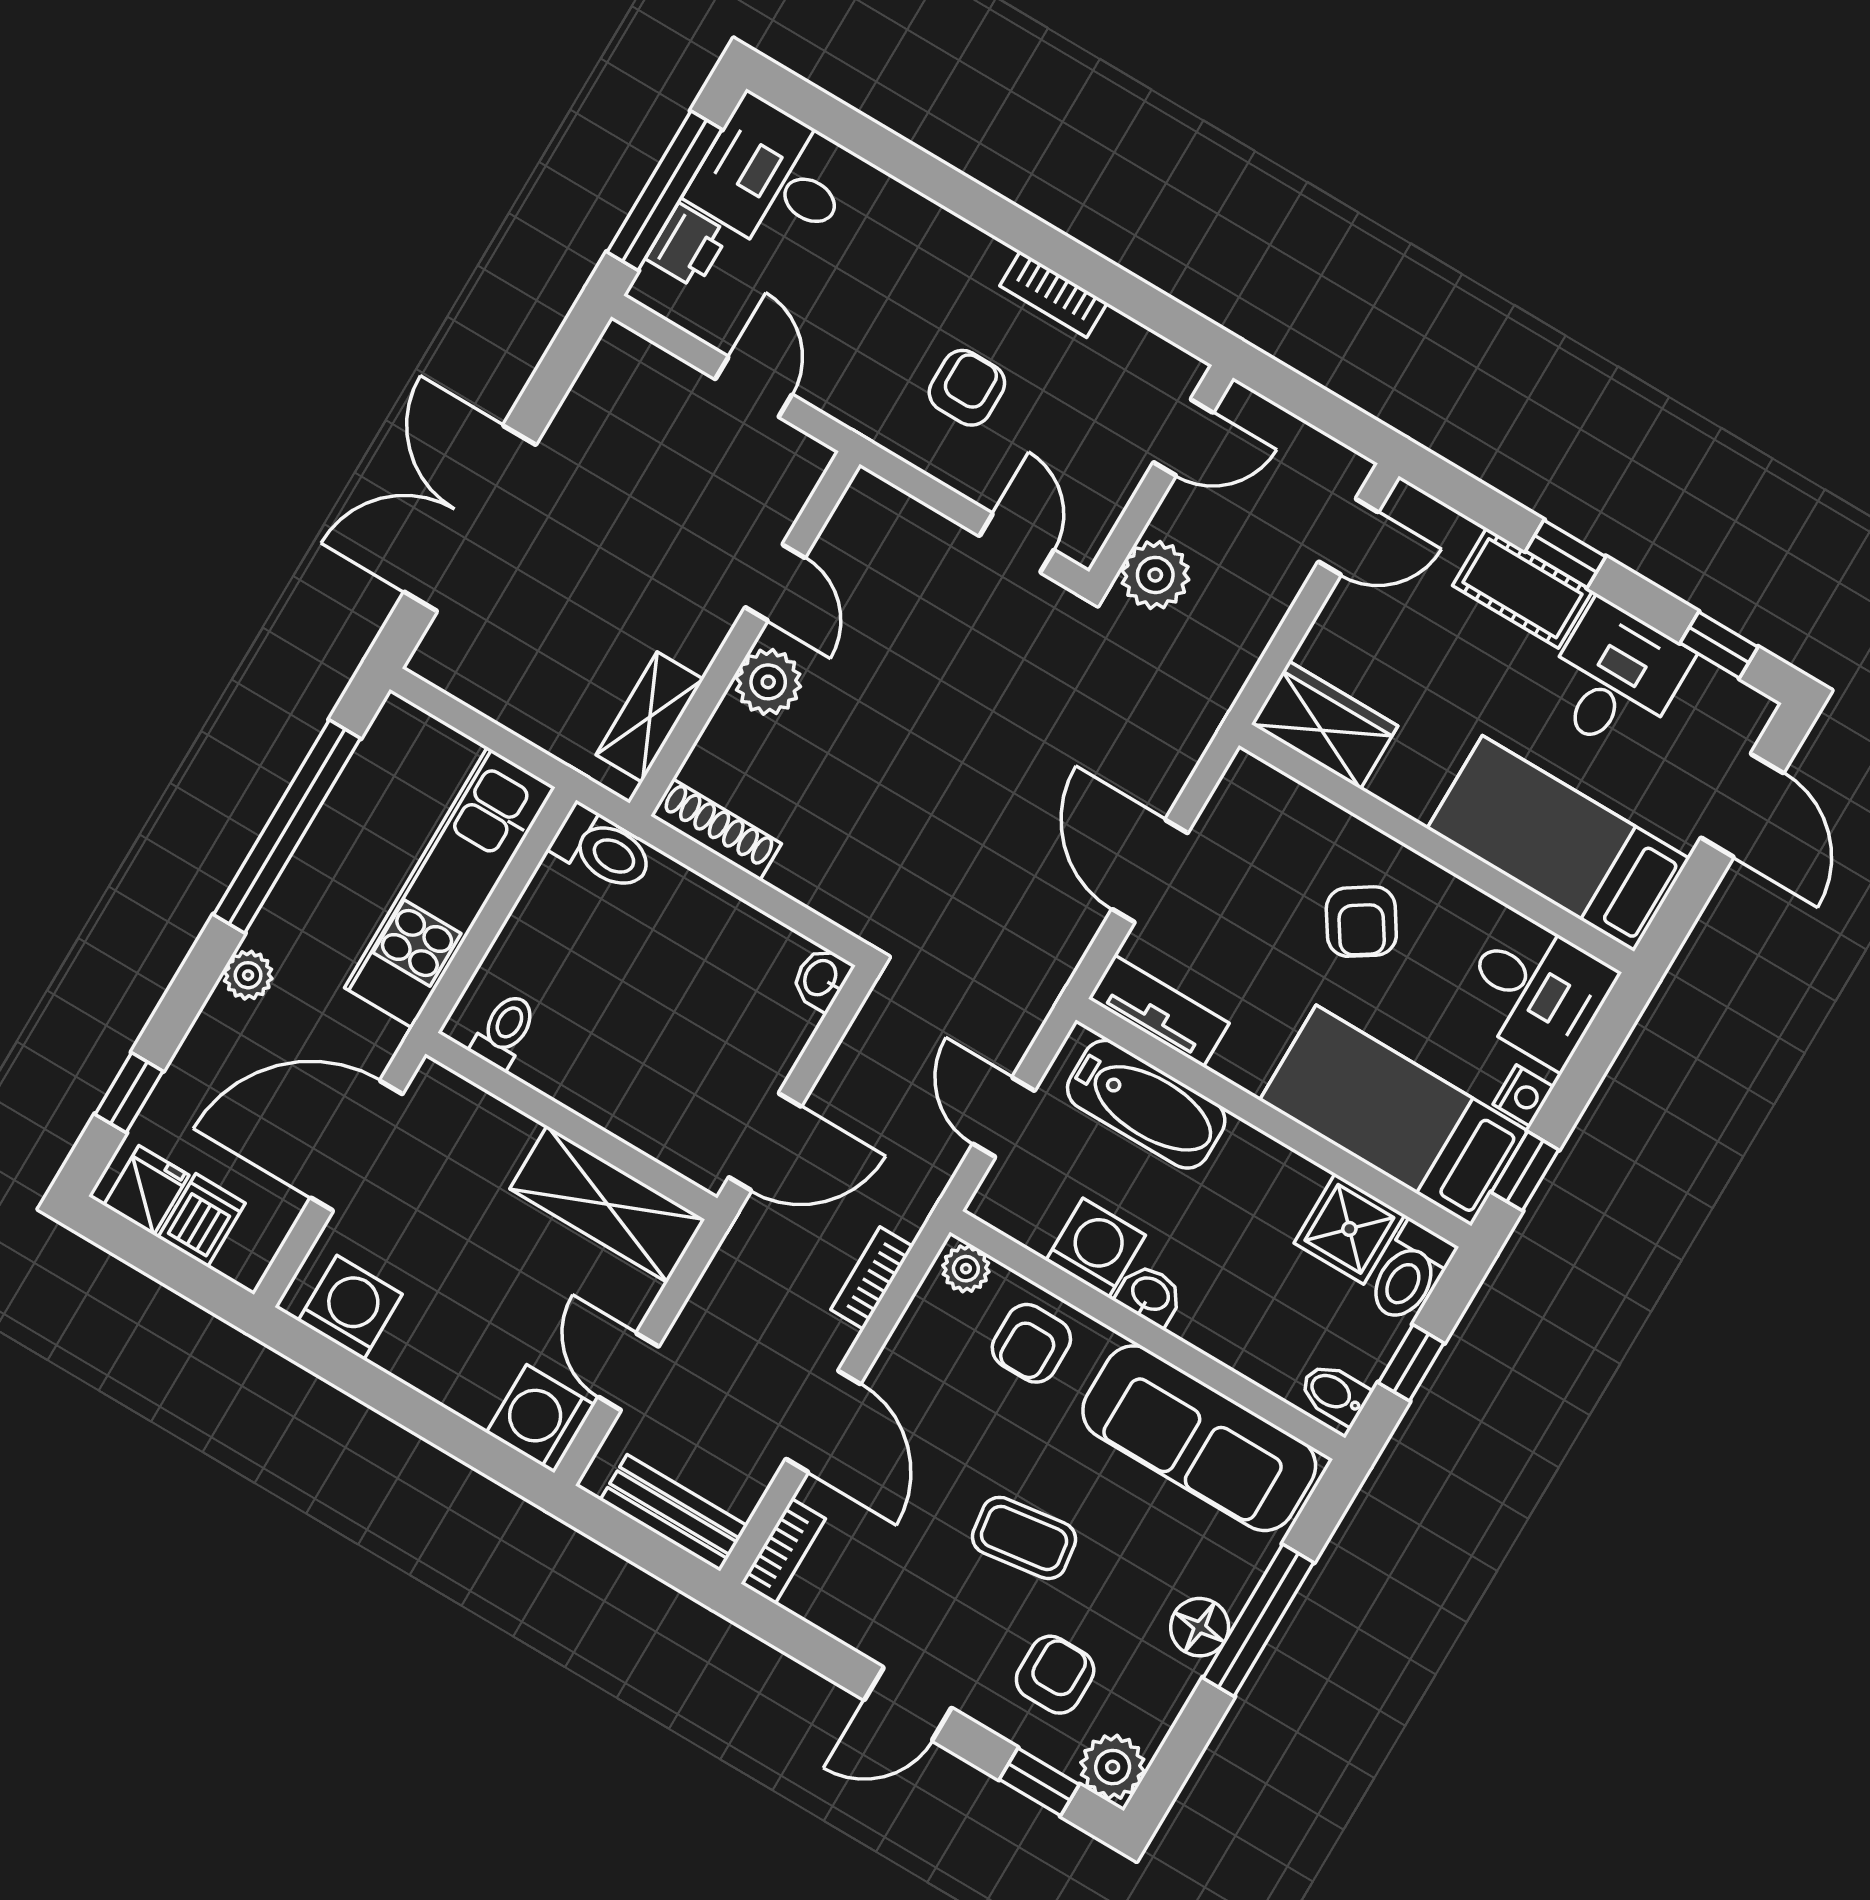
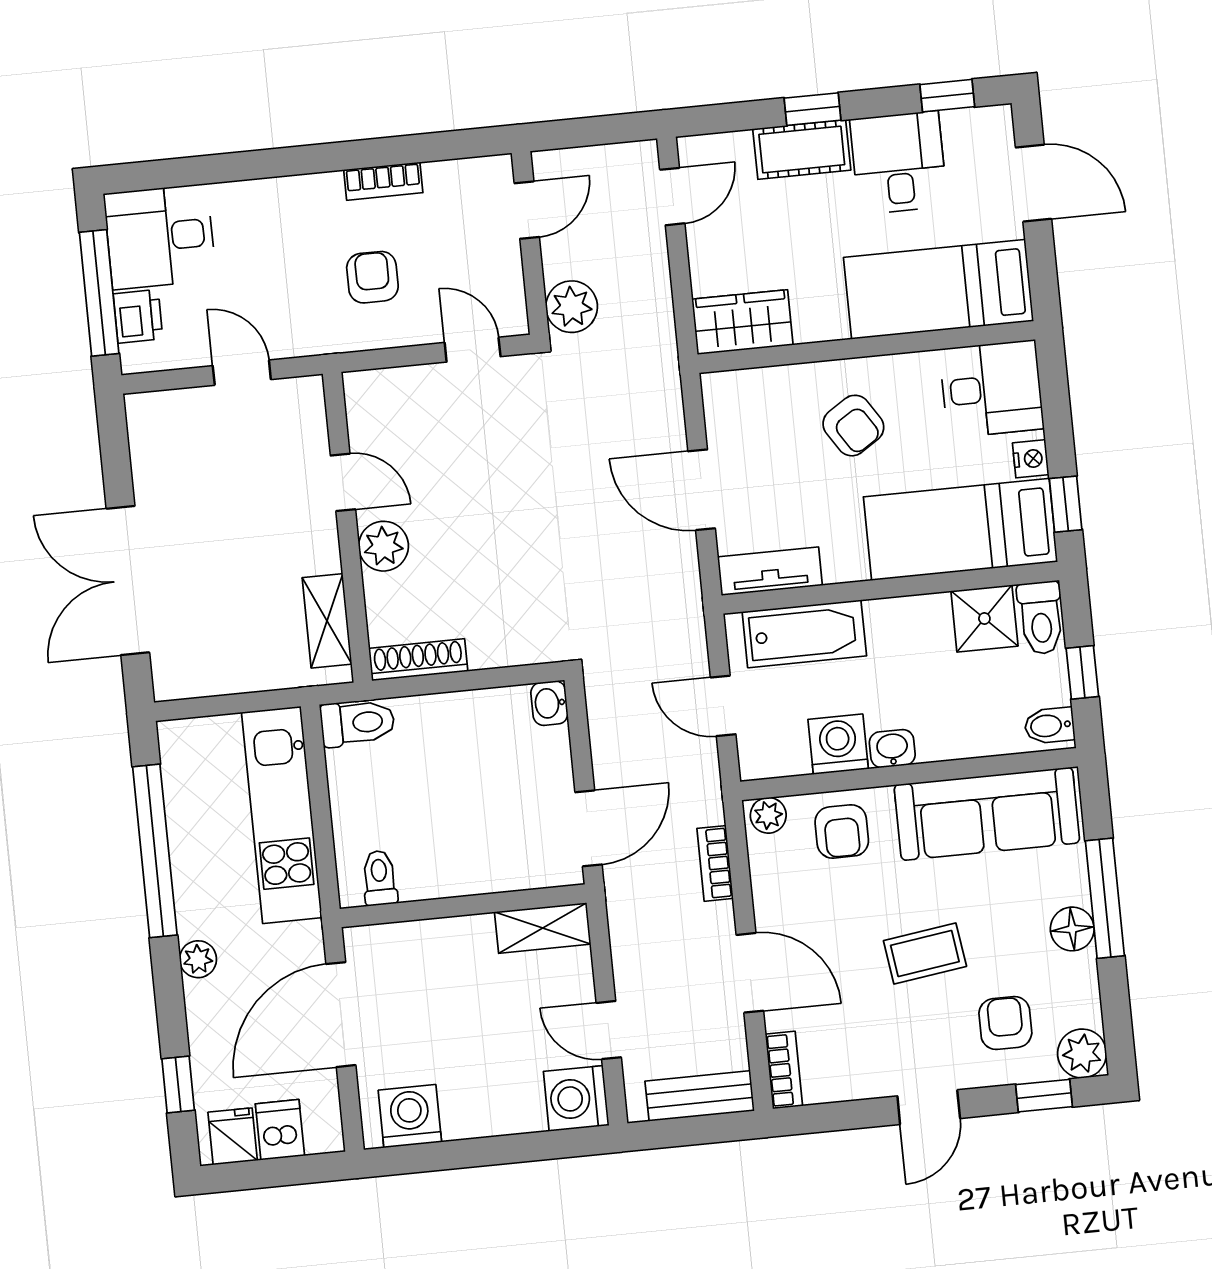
shelving: (607, 1204) -> (543, 928), width x0.67, depth x0.75

